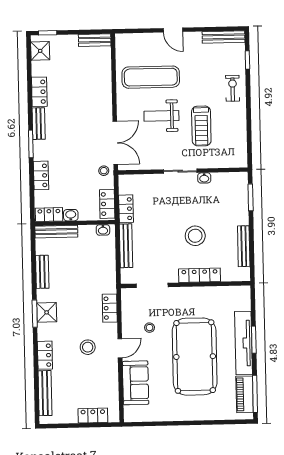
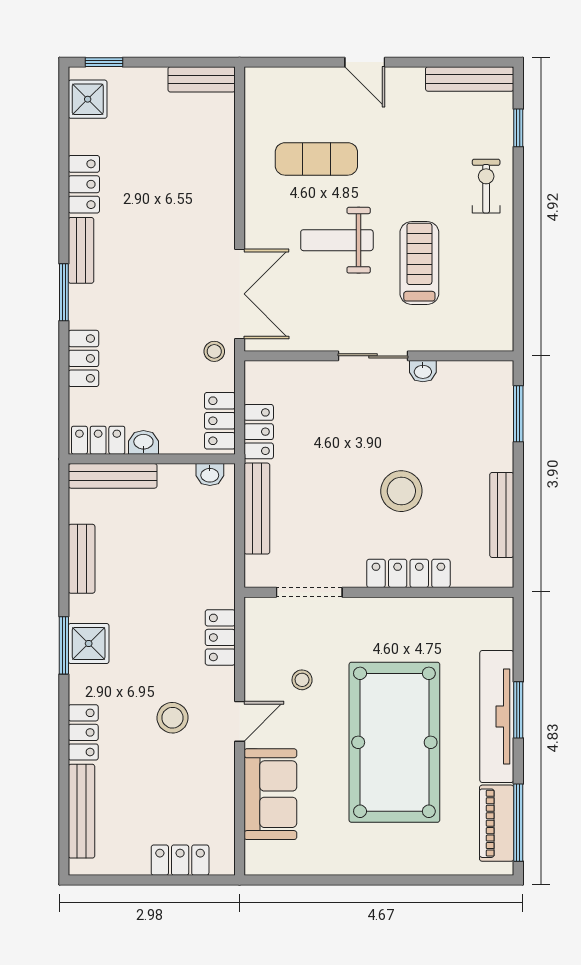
exercise mat: (151, 77) -> (316, 159), width x0.73, depth x0.69
treadmill: (201, 126) -> (419, 263), turned 180

